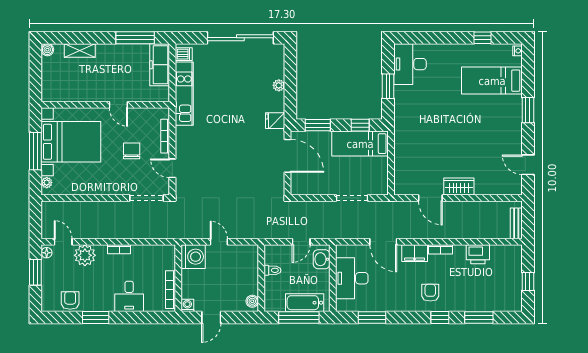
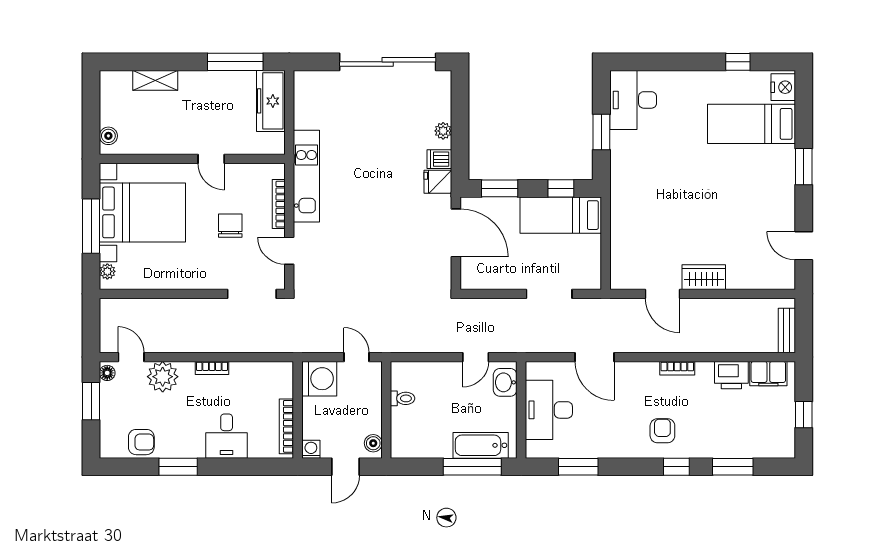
boiler: (47, 50) -> (108, 136), moved
nightstand: (517, 51) -> (783, 87), width x1.89, depth x1.79
dishwasher: (184, 54) -> (439, 159), moved, turned 180
kitchen unit: (184, 94) -> (306, 176), moved
filing cabinet: (415, 253) -> (768, 374), moved
toilet: (273, 270) -> (403, 398), moved
wall: (261, 278) -> (386, 410), moved
armchair: (70, 300) -> (141, 442), turned 90
boiler: (252, 301) -> (373, 443), moved

